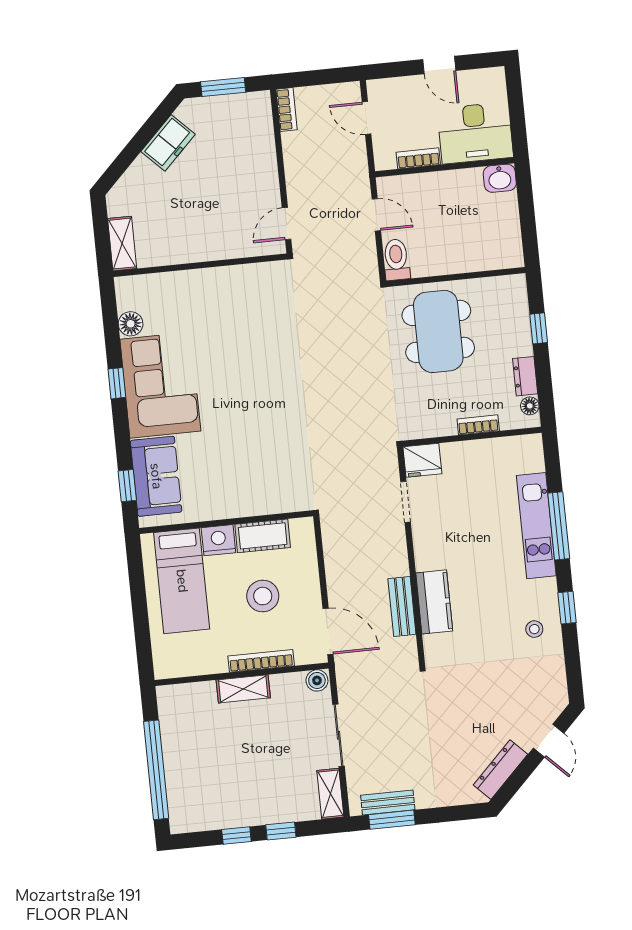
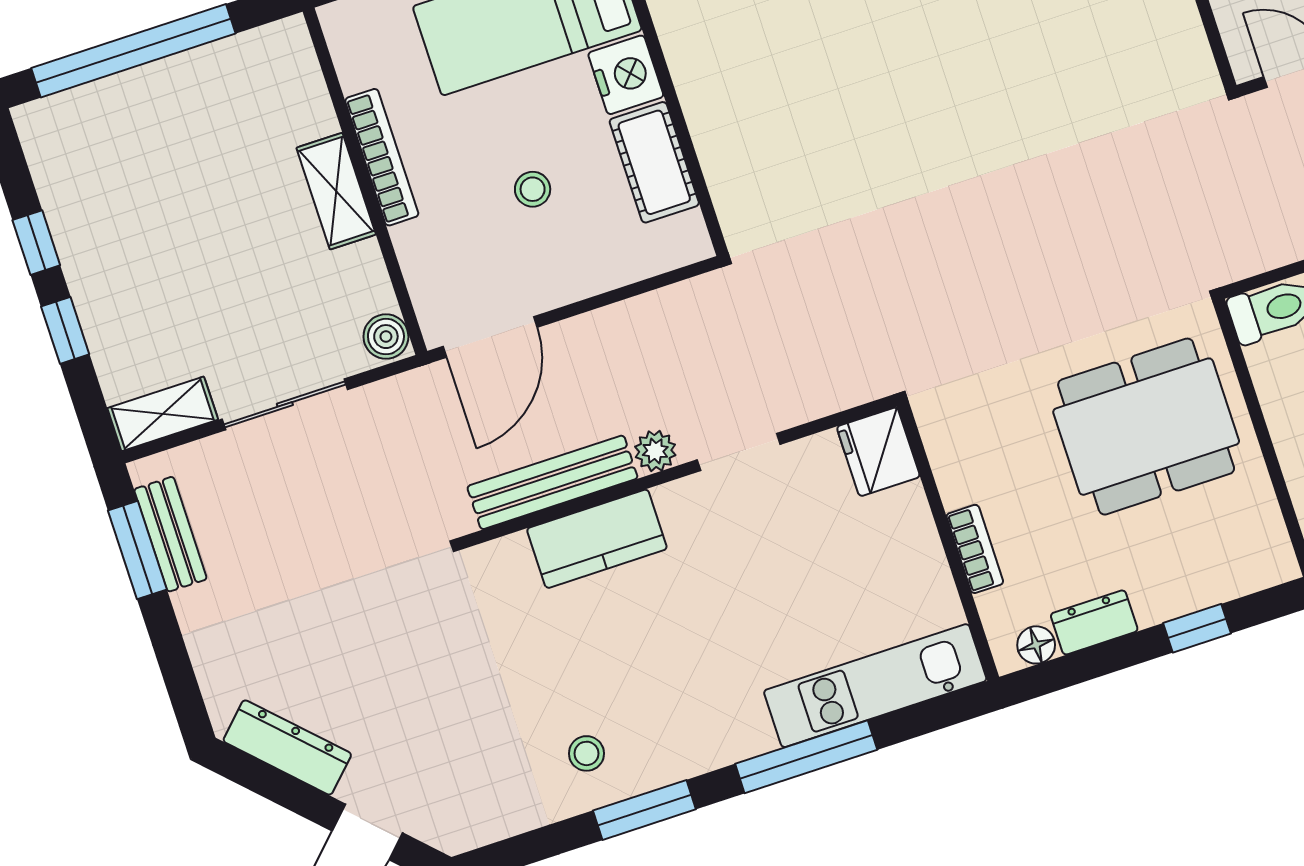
doorway: (406, 502) -> (739, 452), moved
kitchen unit: (536, 526) -> (875, 686), moved
plant: (399, 565) -> (655, 451), added
stool: (263, 596) -> (533, 189), width x0.53, depth x0.53
bench: (402, 606) -> (552, 482), width x1.36
window: (567, 608) -> (644, 810), width x1.50
bookcase: (261, 661) -> (382, 157), moved

